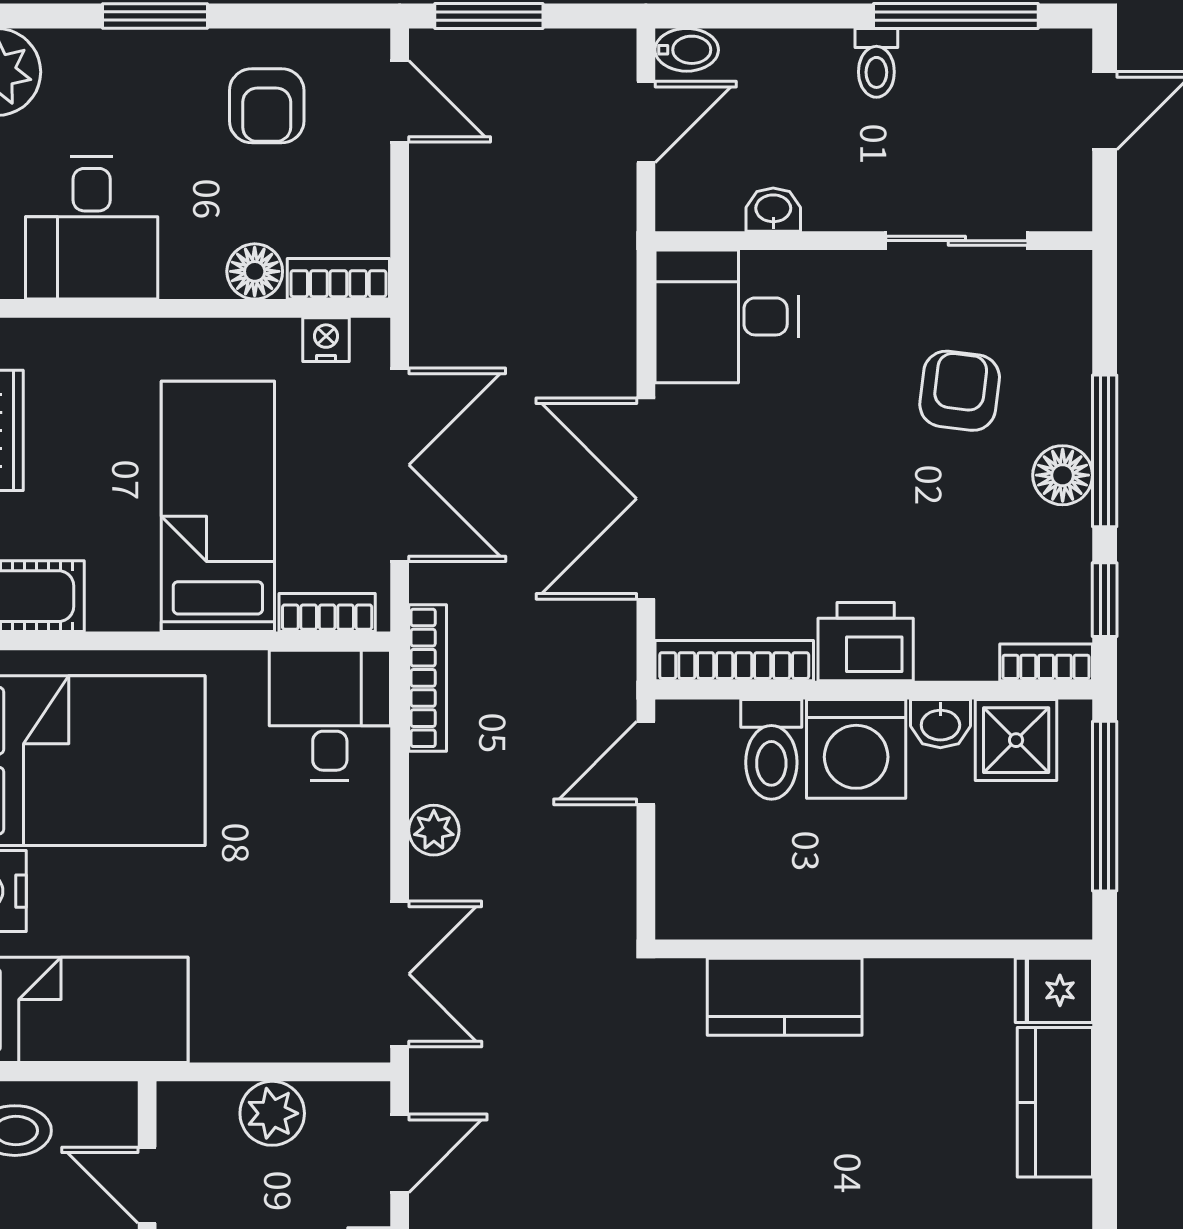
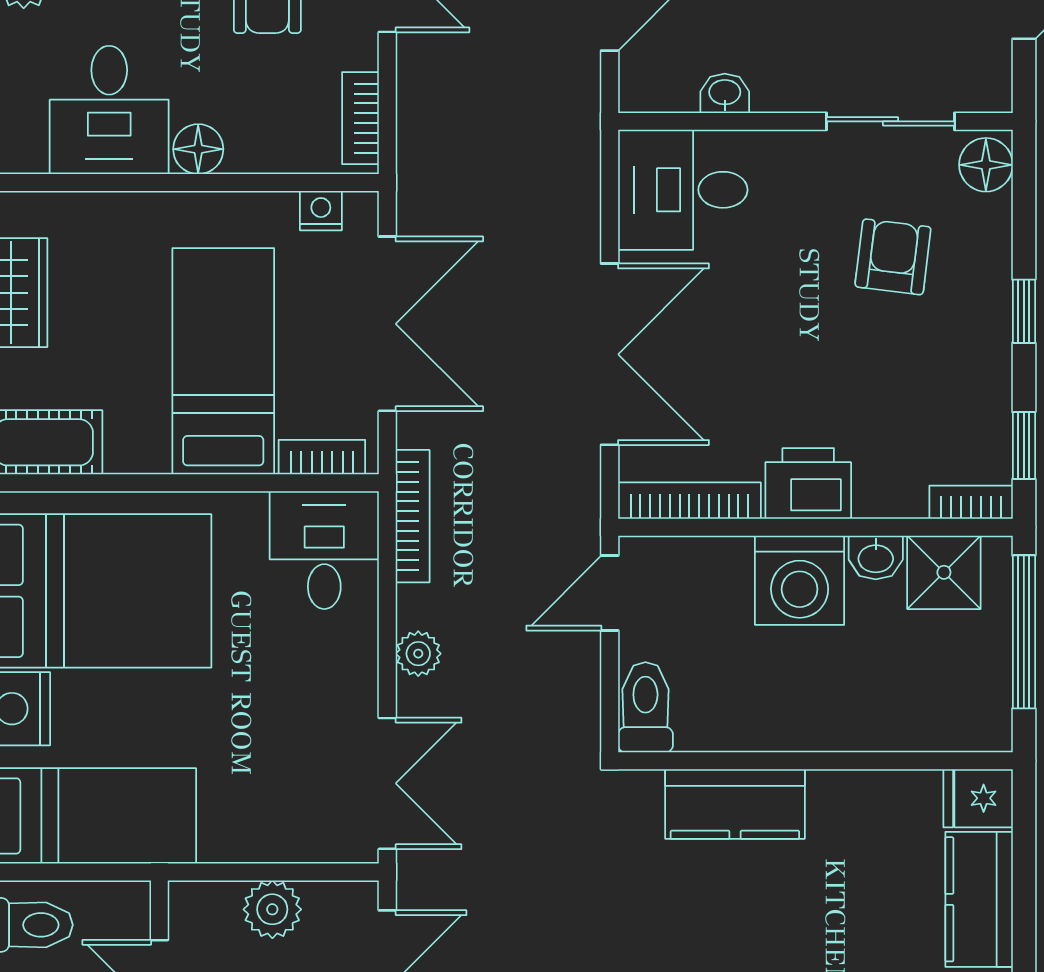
floor lamp: (255, 271) -> (198, 149), moved
bookcase: (338, 279) -> (361, 118), moved, turned -90
window: (1105, 451) -> (1024, 311), width x0.46
floor lamp: (1063, 475) -> (986, 165), moved
double door: (646, 499) -> (610, 354), swing flipped
toilet: (771, 749) -> (645, 707), moved, turned 180

